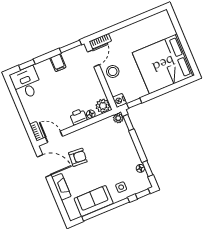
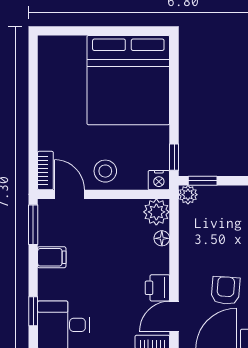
printer: (78, 117) -> (157, 288), moved

